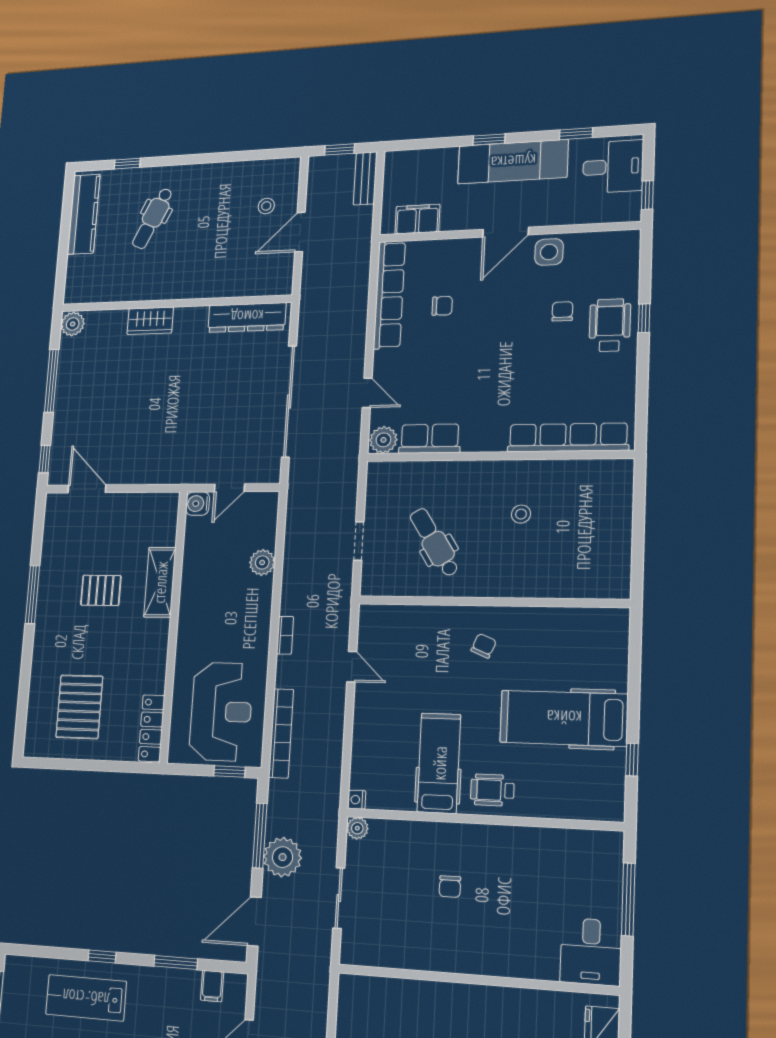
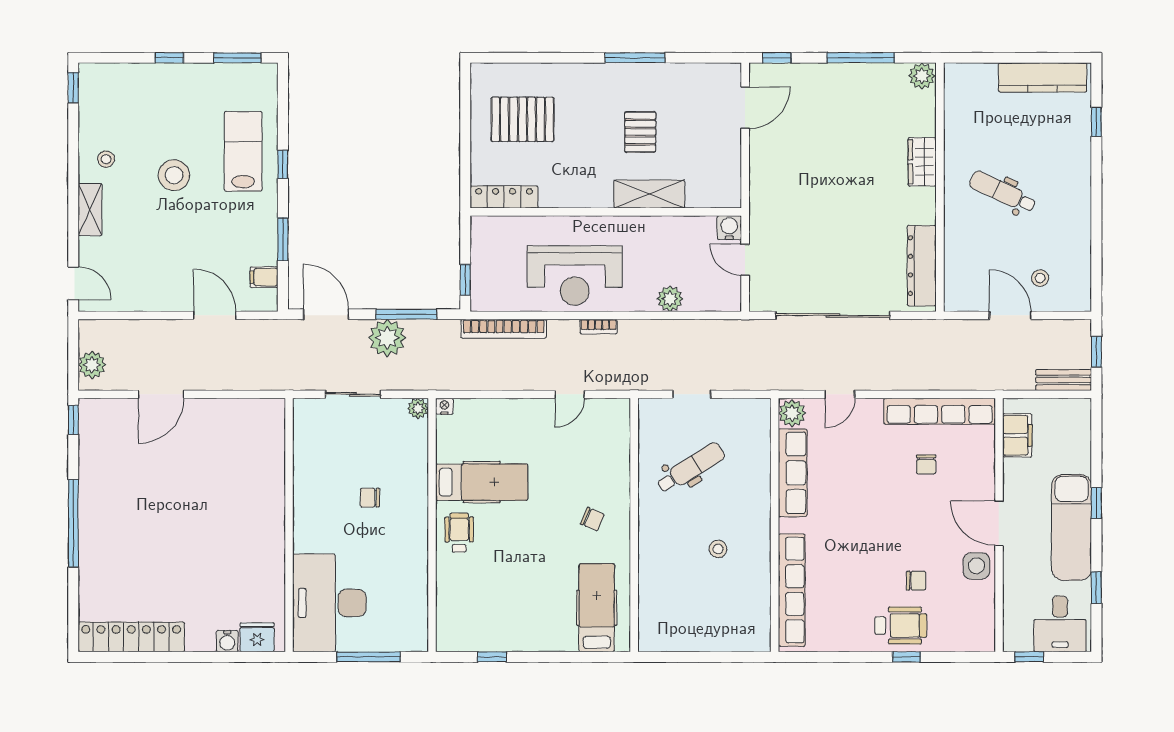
dental chair: (153, 218) -> (1003, 192), moved
row of seats: (430, 439) -> (793, 473), width x1.48
reception desk: (221, 712) -> (575, 276), moved
hospital bed: (564, 718) -> (597, 608), moved, width x0.73, depth x0.78
desk: (591, 952) -> (329, 603), width x1.87, depth x1.30

